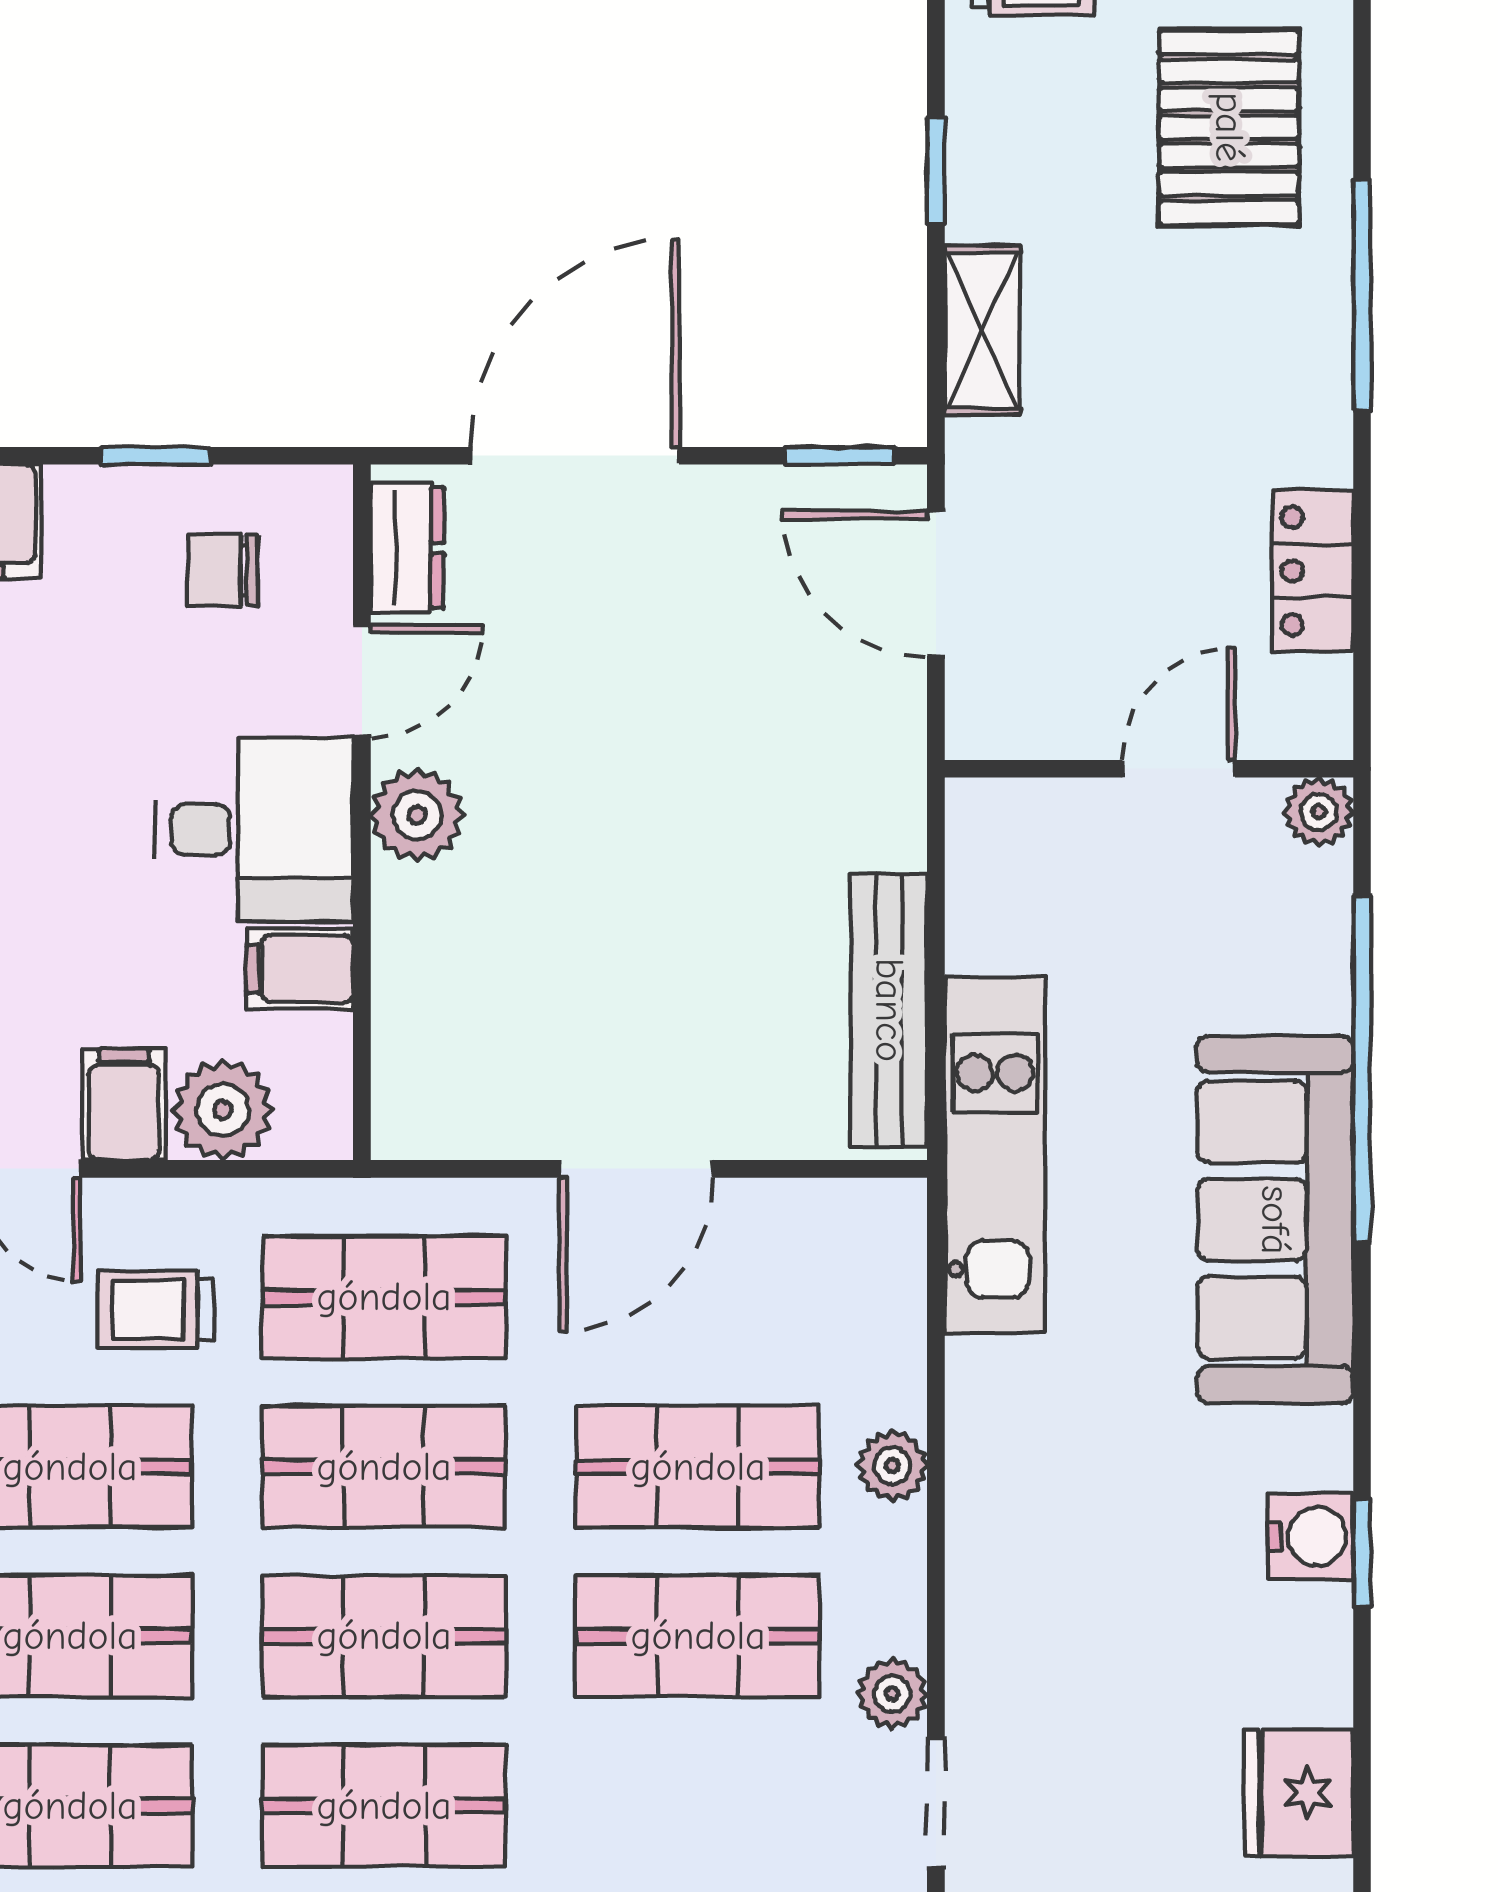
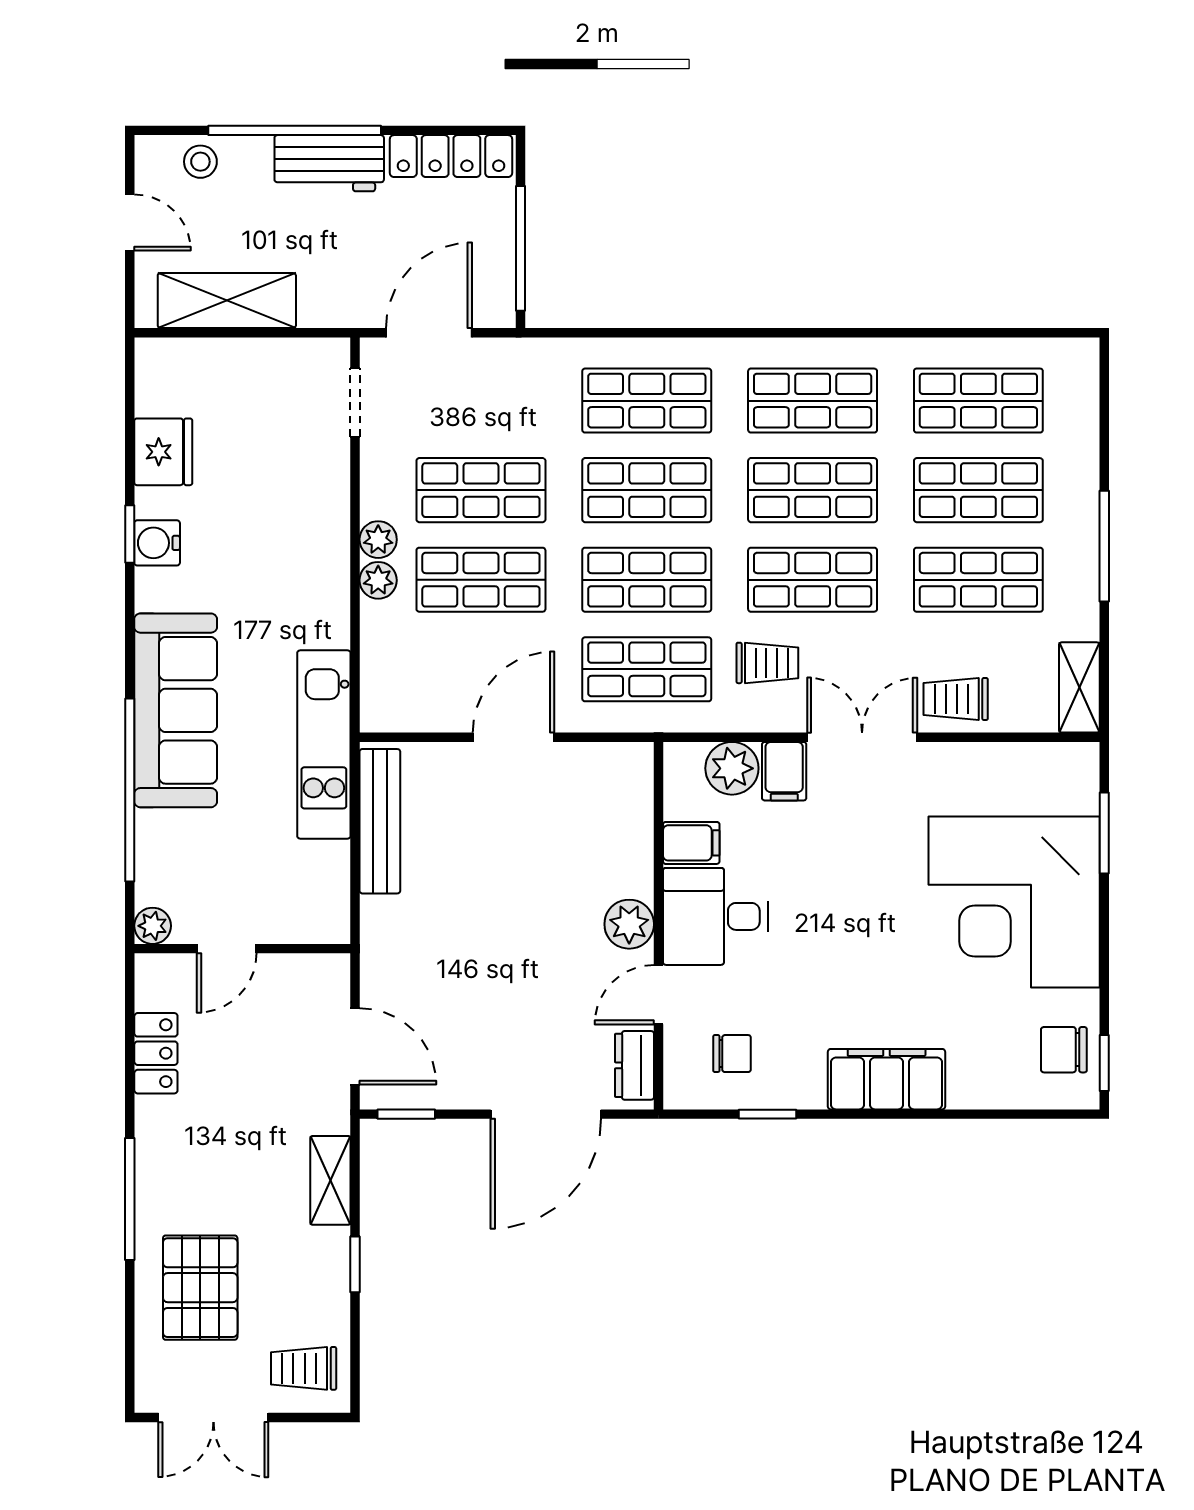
plant: (892, 1694) -> (378, 540), moved
fridge: (1299, 1793) -> (163, 452), moved

